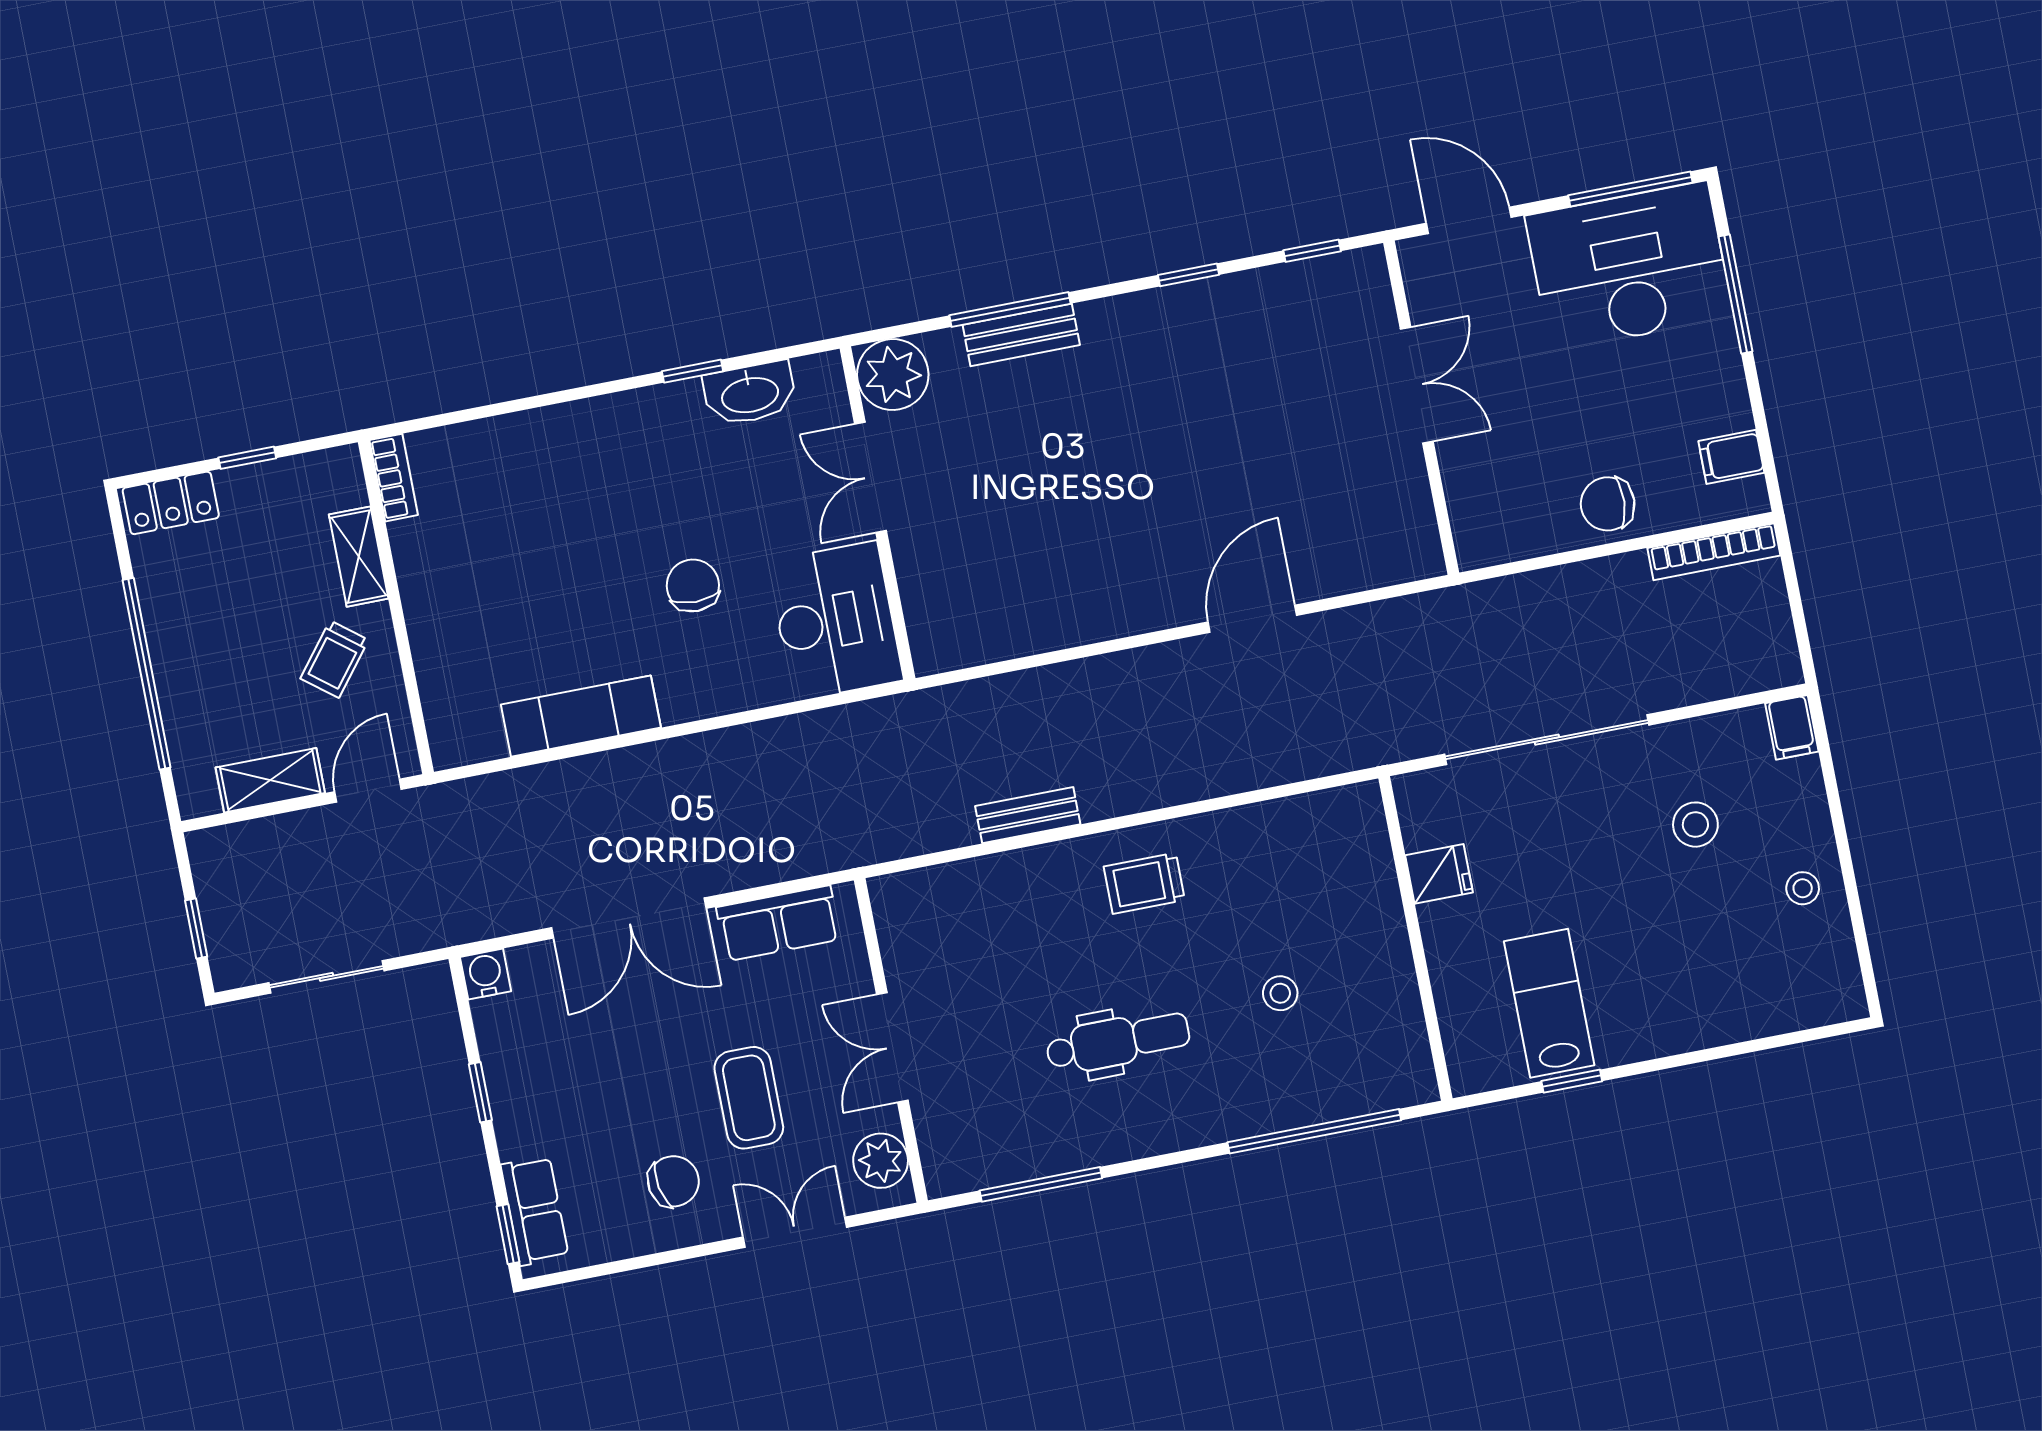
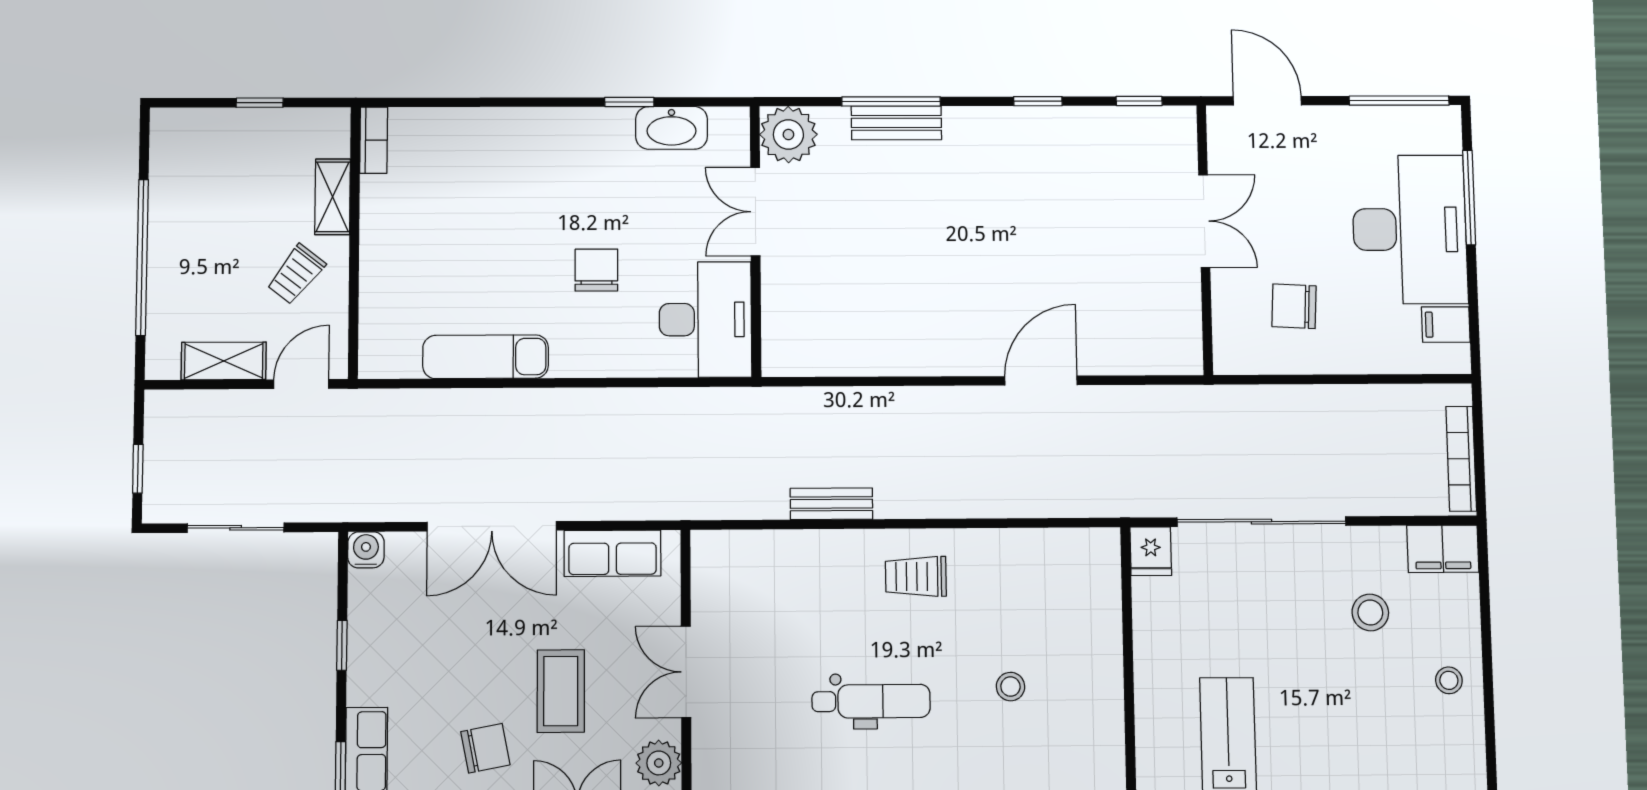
desk: (1629, 266) -> (1410, 229), moved, turned 90
locker: (171, 503) -> (191, 126), removed
chair: (1608, 504) -> (1294, 306), moved
bookcase: (1714, 552) -> (1461, 459), moved, turned 90
filing cabinet: (1792, 727) -> (1443, 549), width x2.00
fridge: (1439, 874) -> (1151, 551), moved, turned 90

